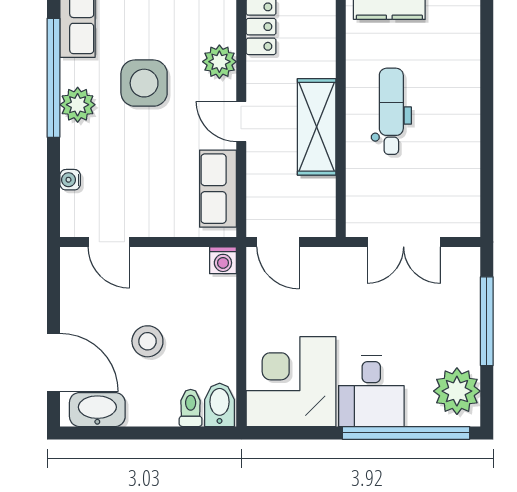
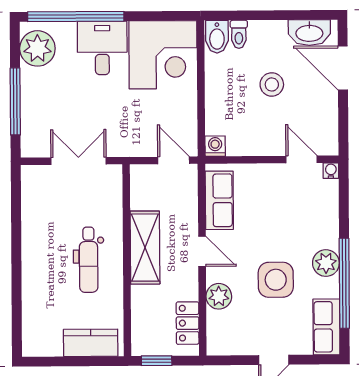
water cooler: (70, 180) -> (331, 171), moved, turned -90

